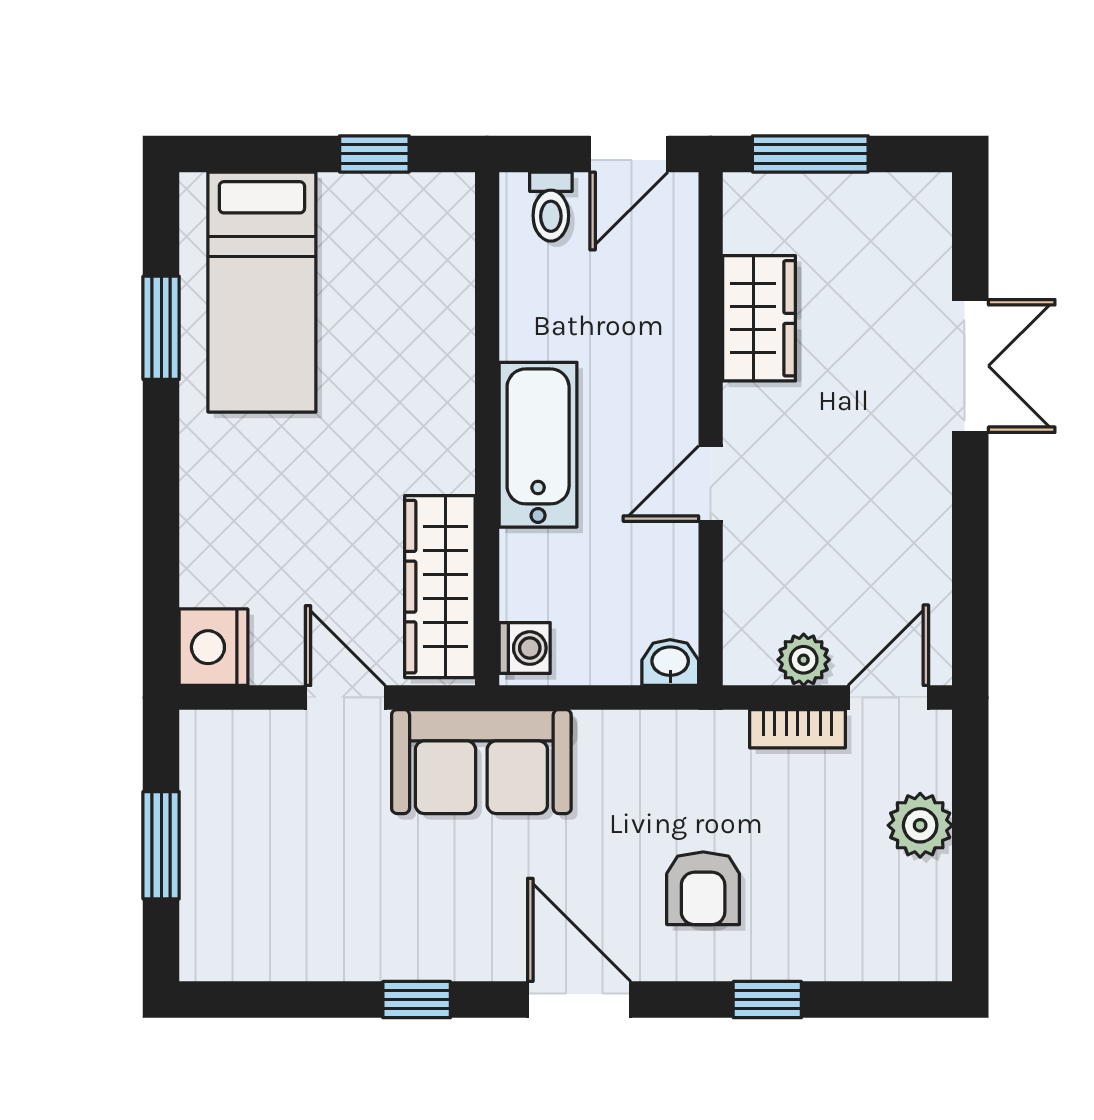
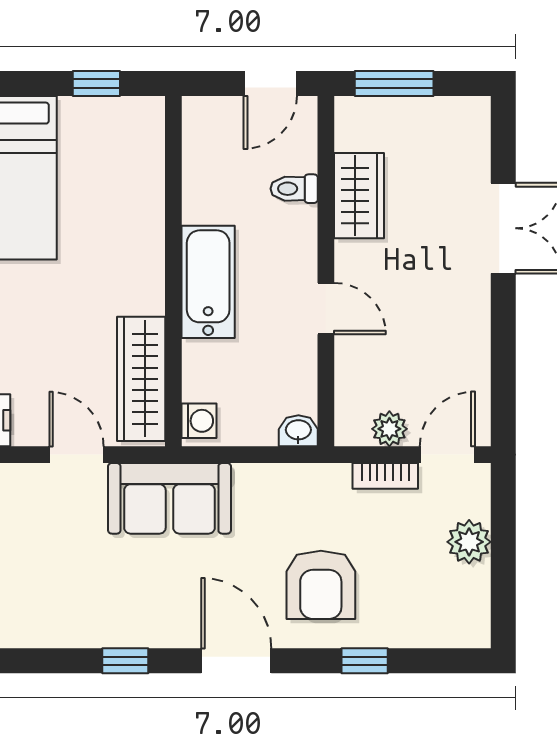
toilet: (551, 207) -> (294, 189), moved, turned 90
door: (711, 484) -> (326, 309), swing flipped
armchair: (703, 888) -> (321, 585), width x1.38, depth x1.38

